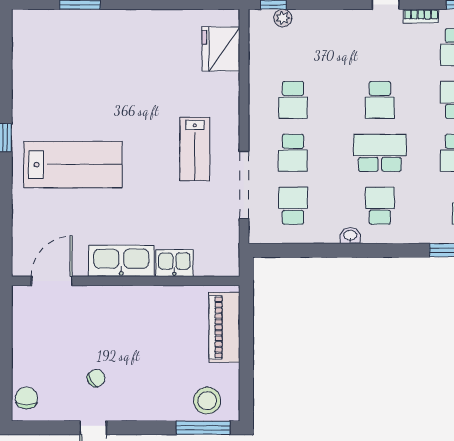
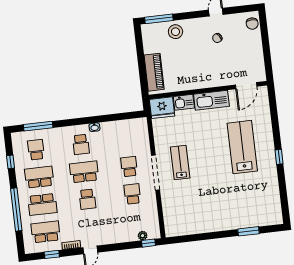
fridge: (221, 49) -> (162, 108), moved, turned 90
school desk: (380, 100) -> (87, 199), turned 180
school desk: (380, 153) -> (84, 172), turned 180
lab bench: (73, 165) -> (242, 147), turned 90
doorway: (244, 185) -> (156, 172), moved
school desk: (293, 206) -> (126, 139), removed
stool: (207, 401) -> (175, 32), moved

